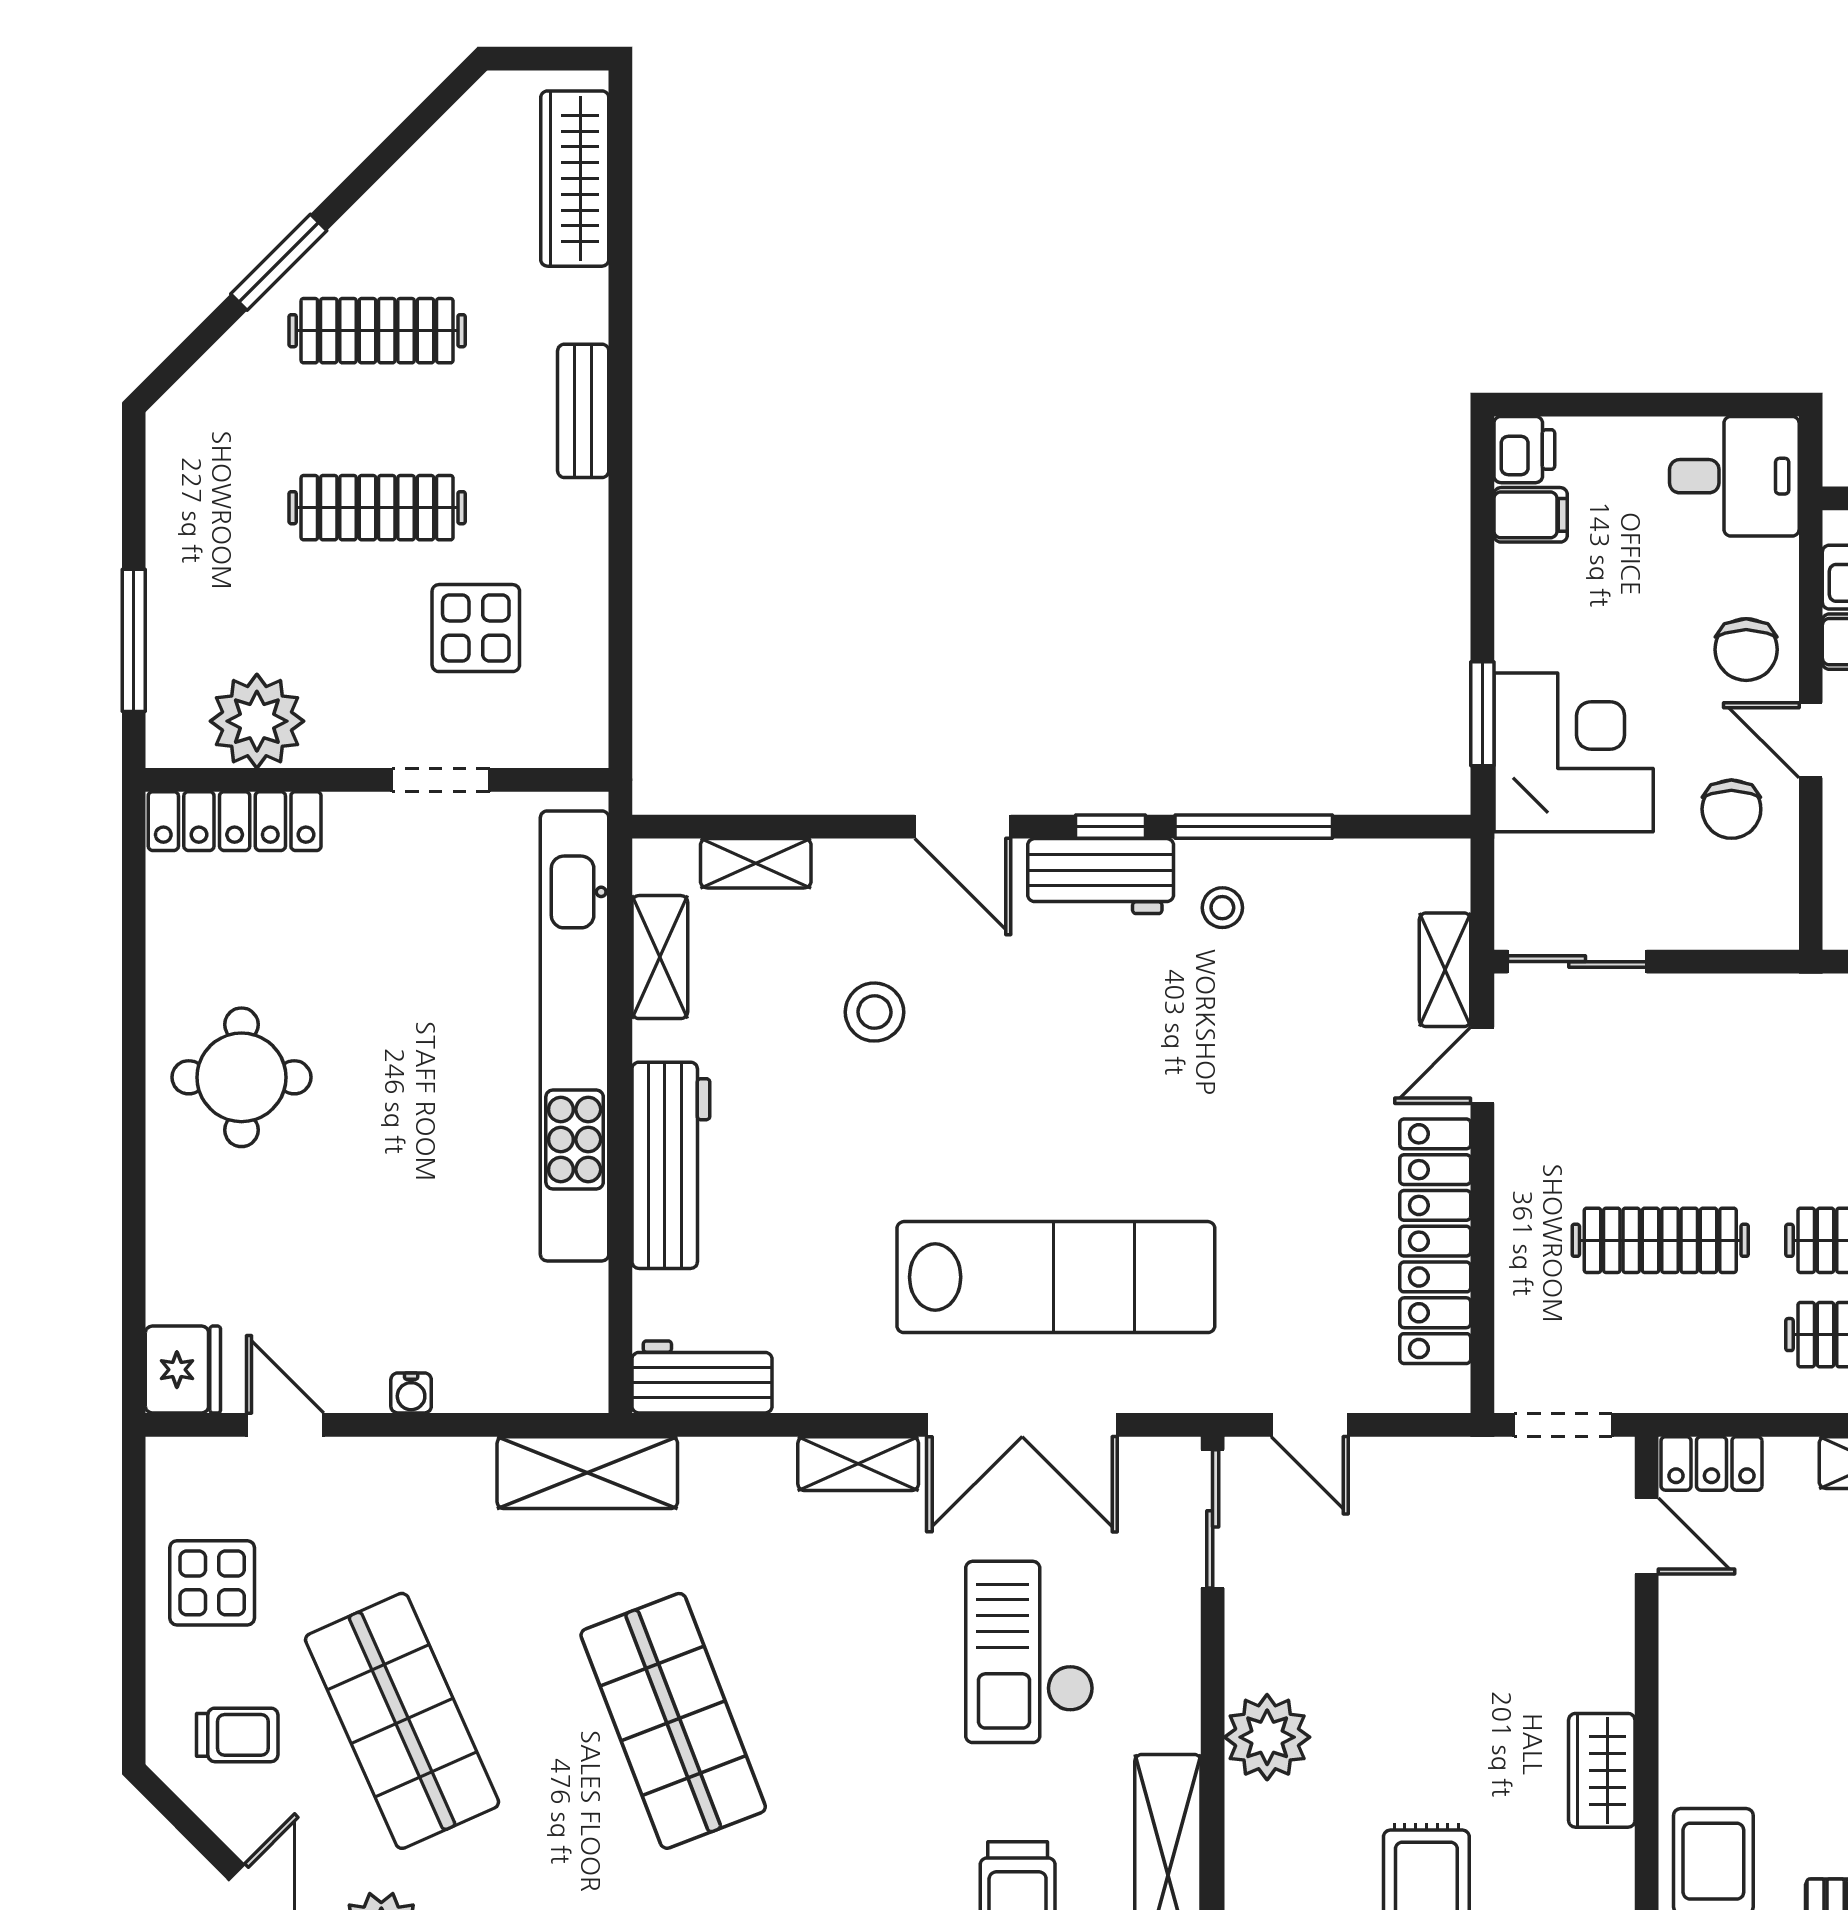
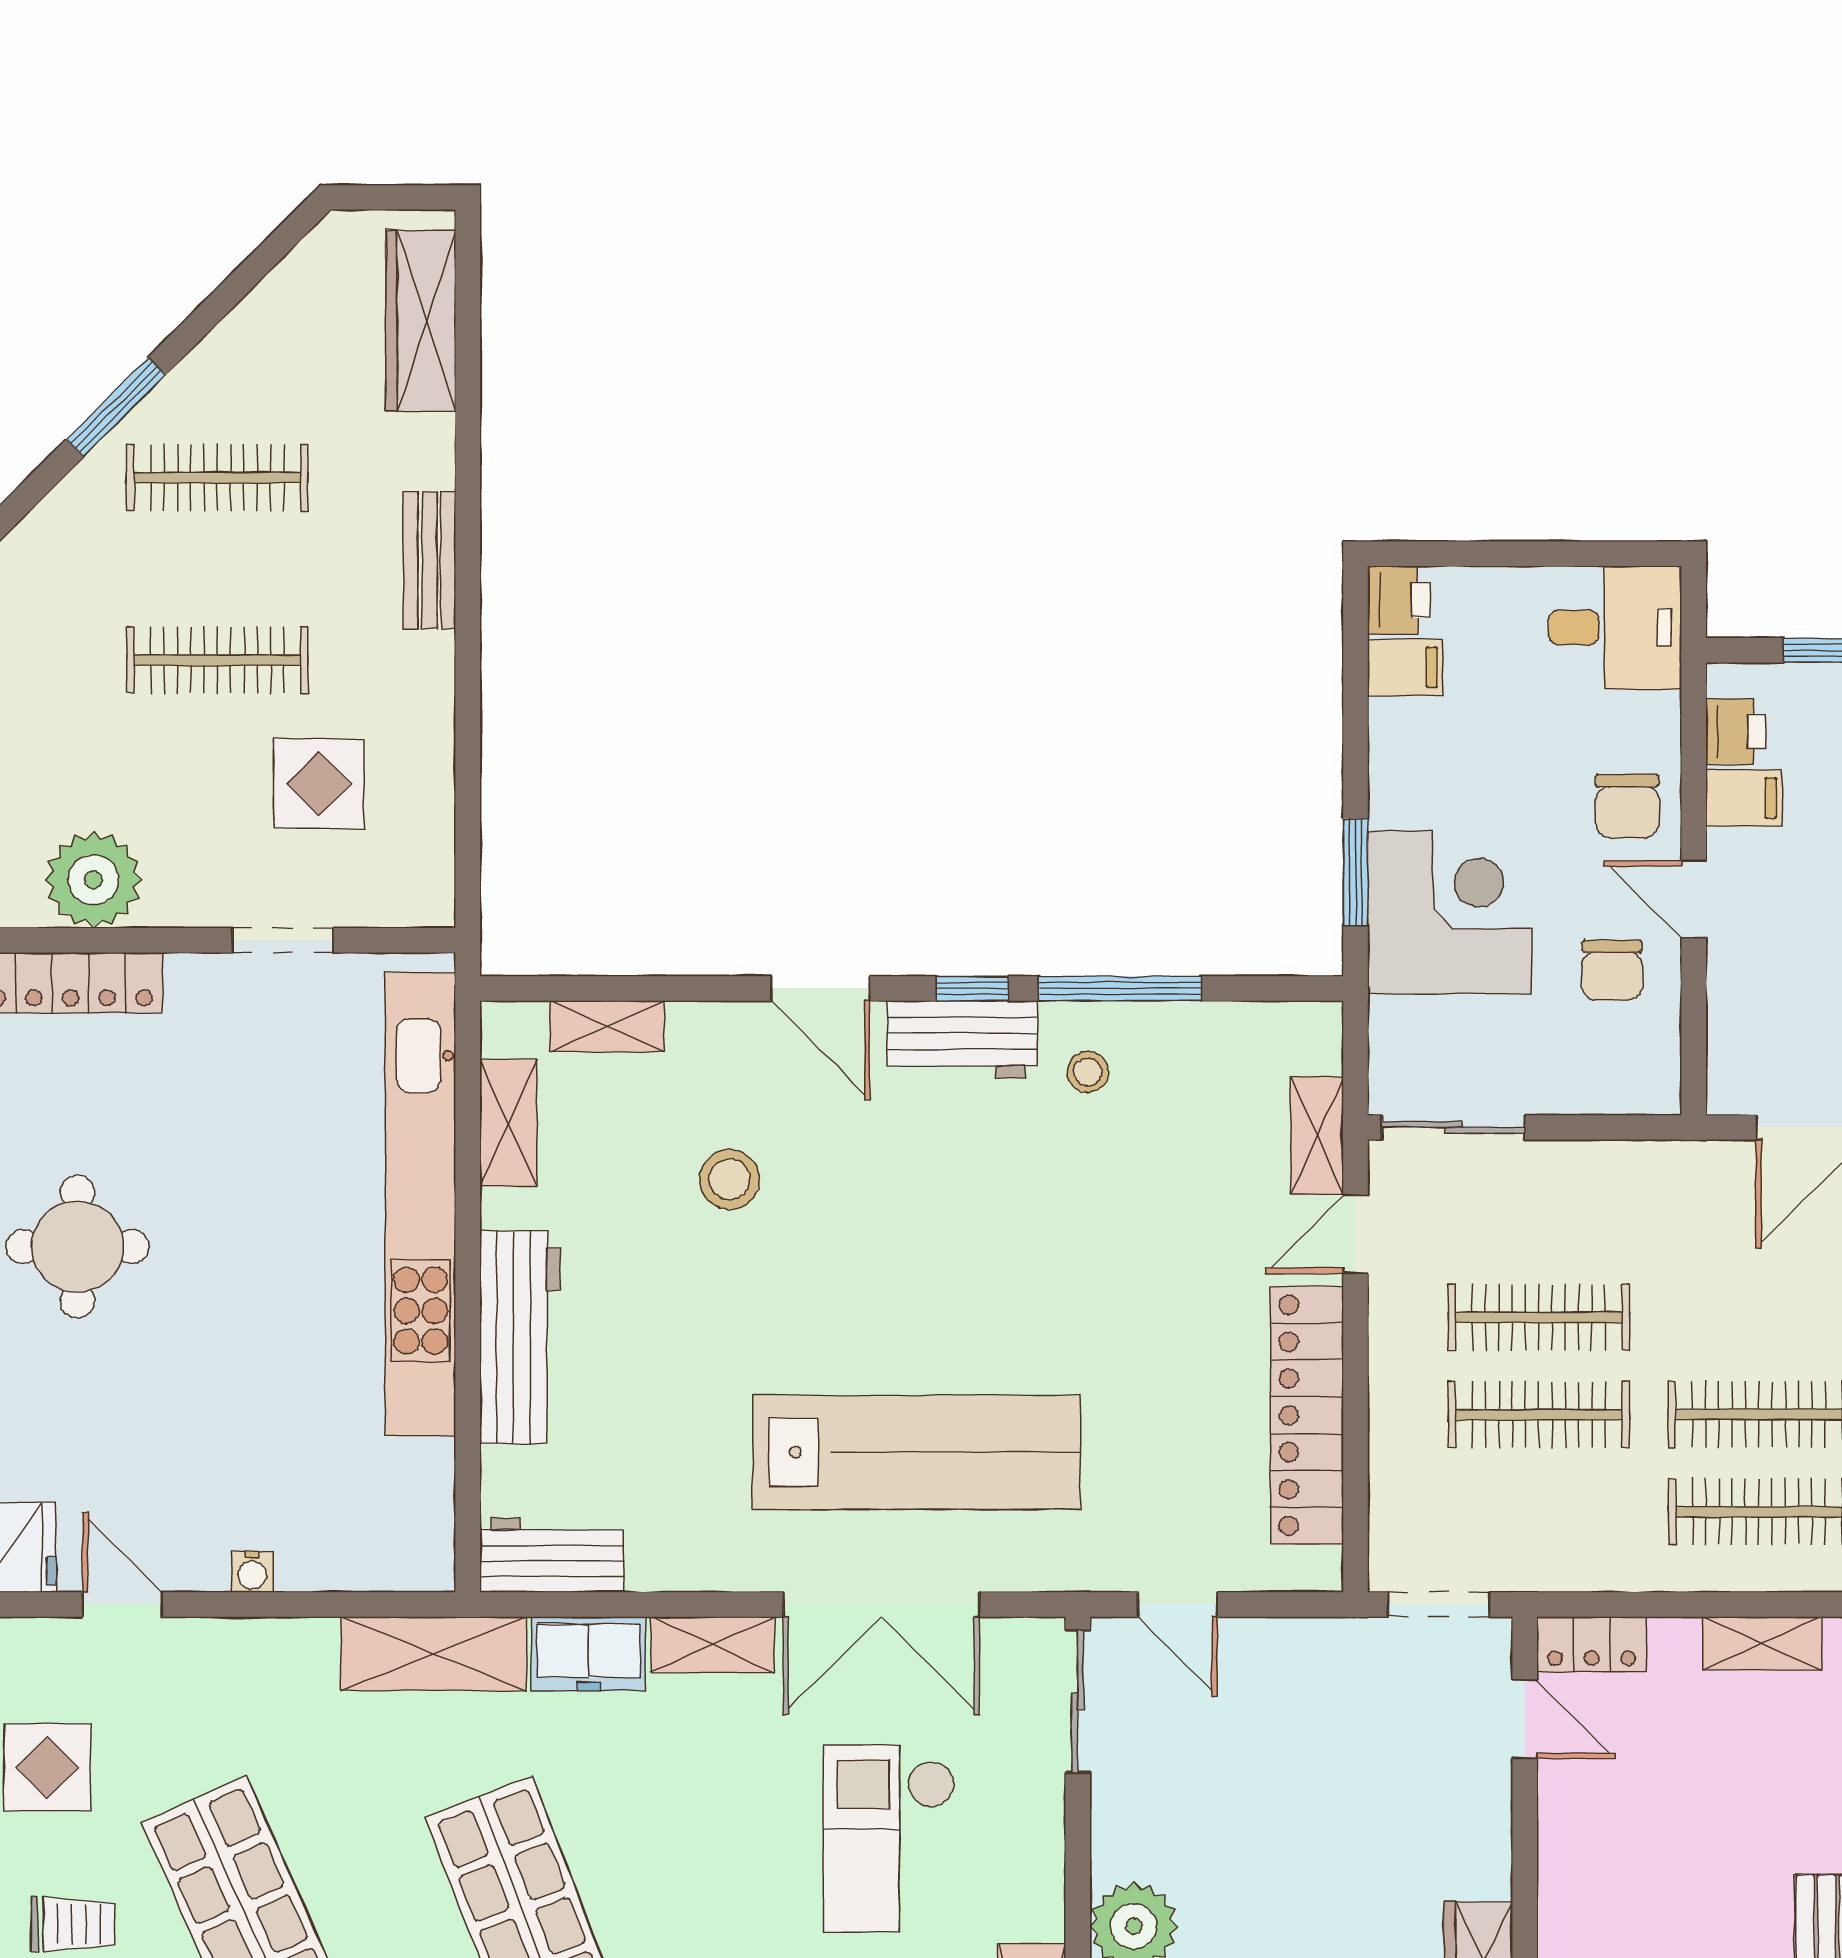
clothes rail: (1660, 1146) -> (1539, 1317), added
freezer: (738, 1473) -> (589, 1654), added

